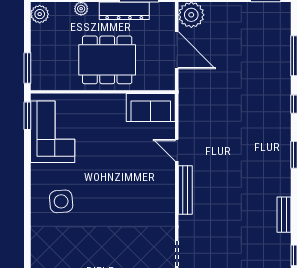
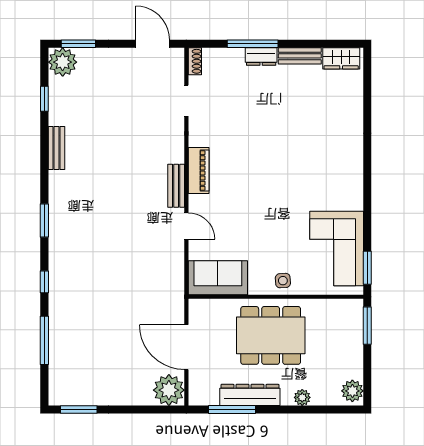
bench: (185, 190) -> (176, 186), width x0.73
piano: (167, 196) -> (199, 171), added
side table: (61, 201) -> (283, 281), moved, width x0.54, depth x0.54

